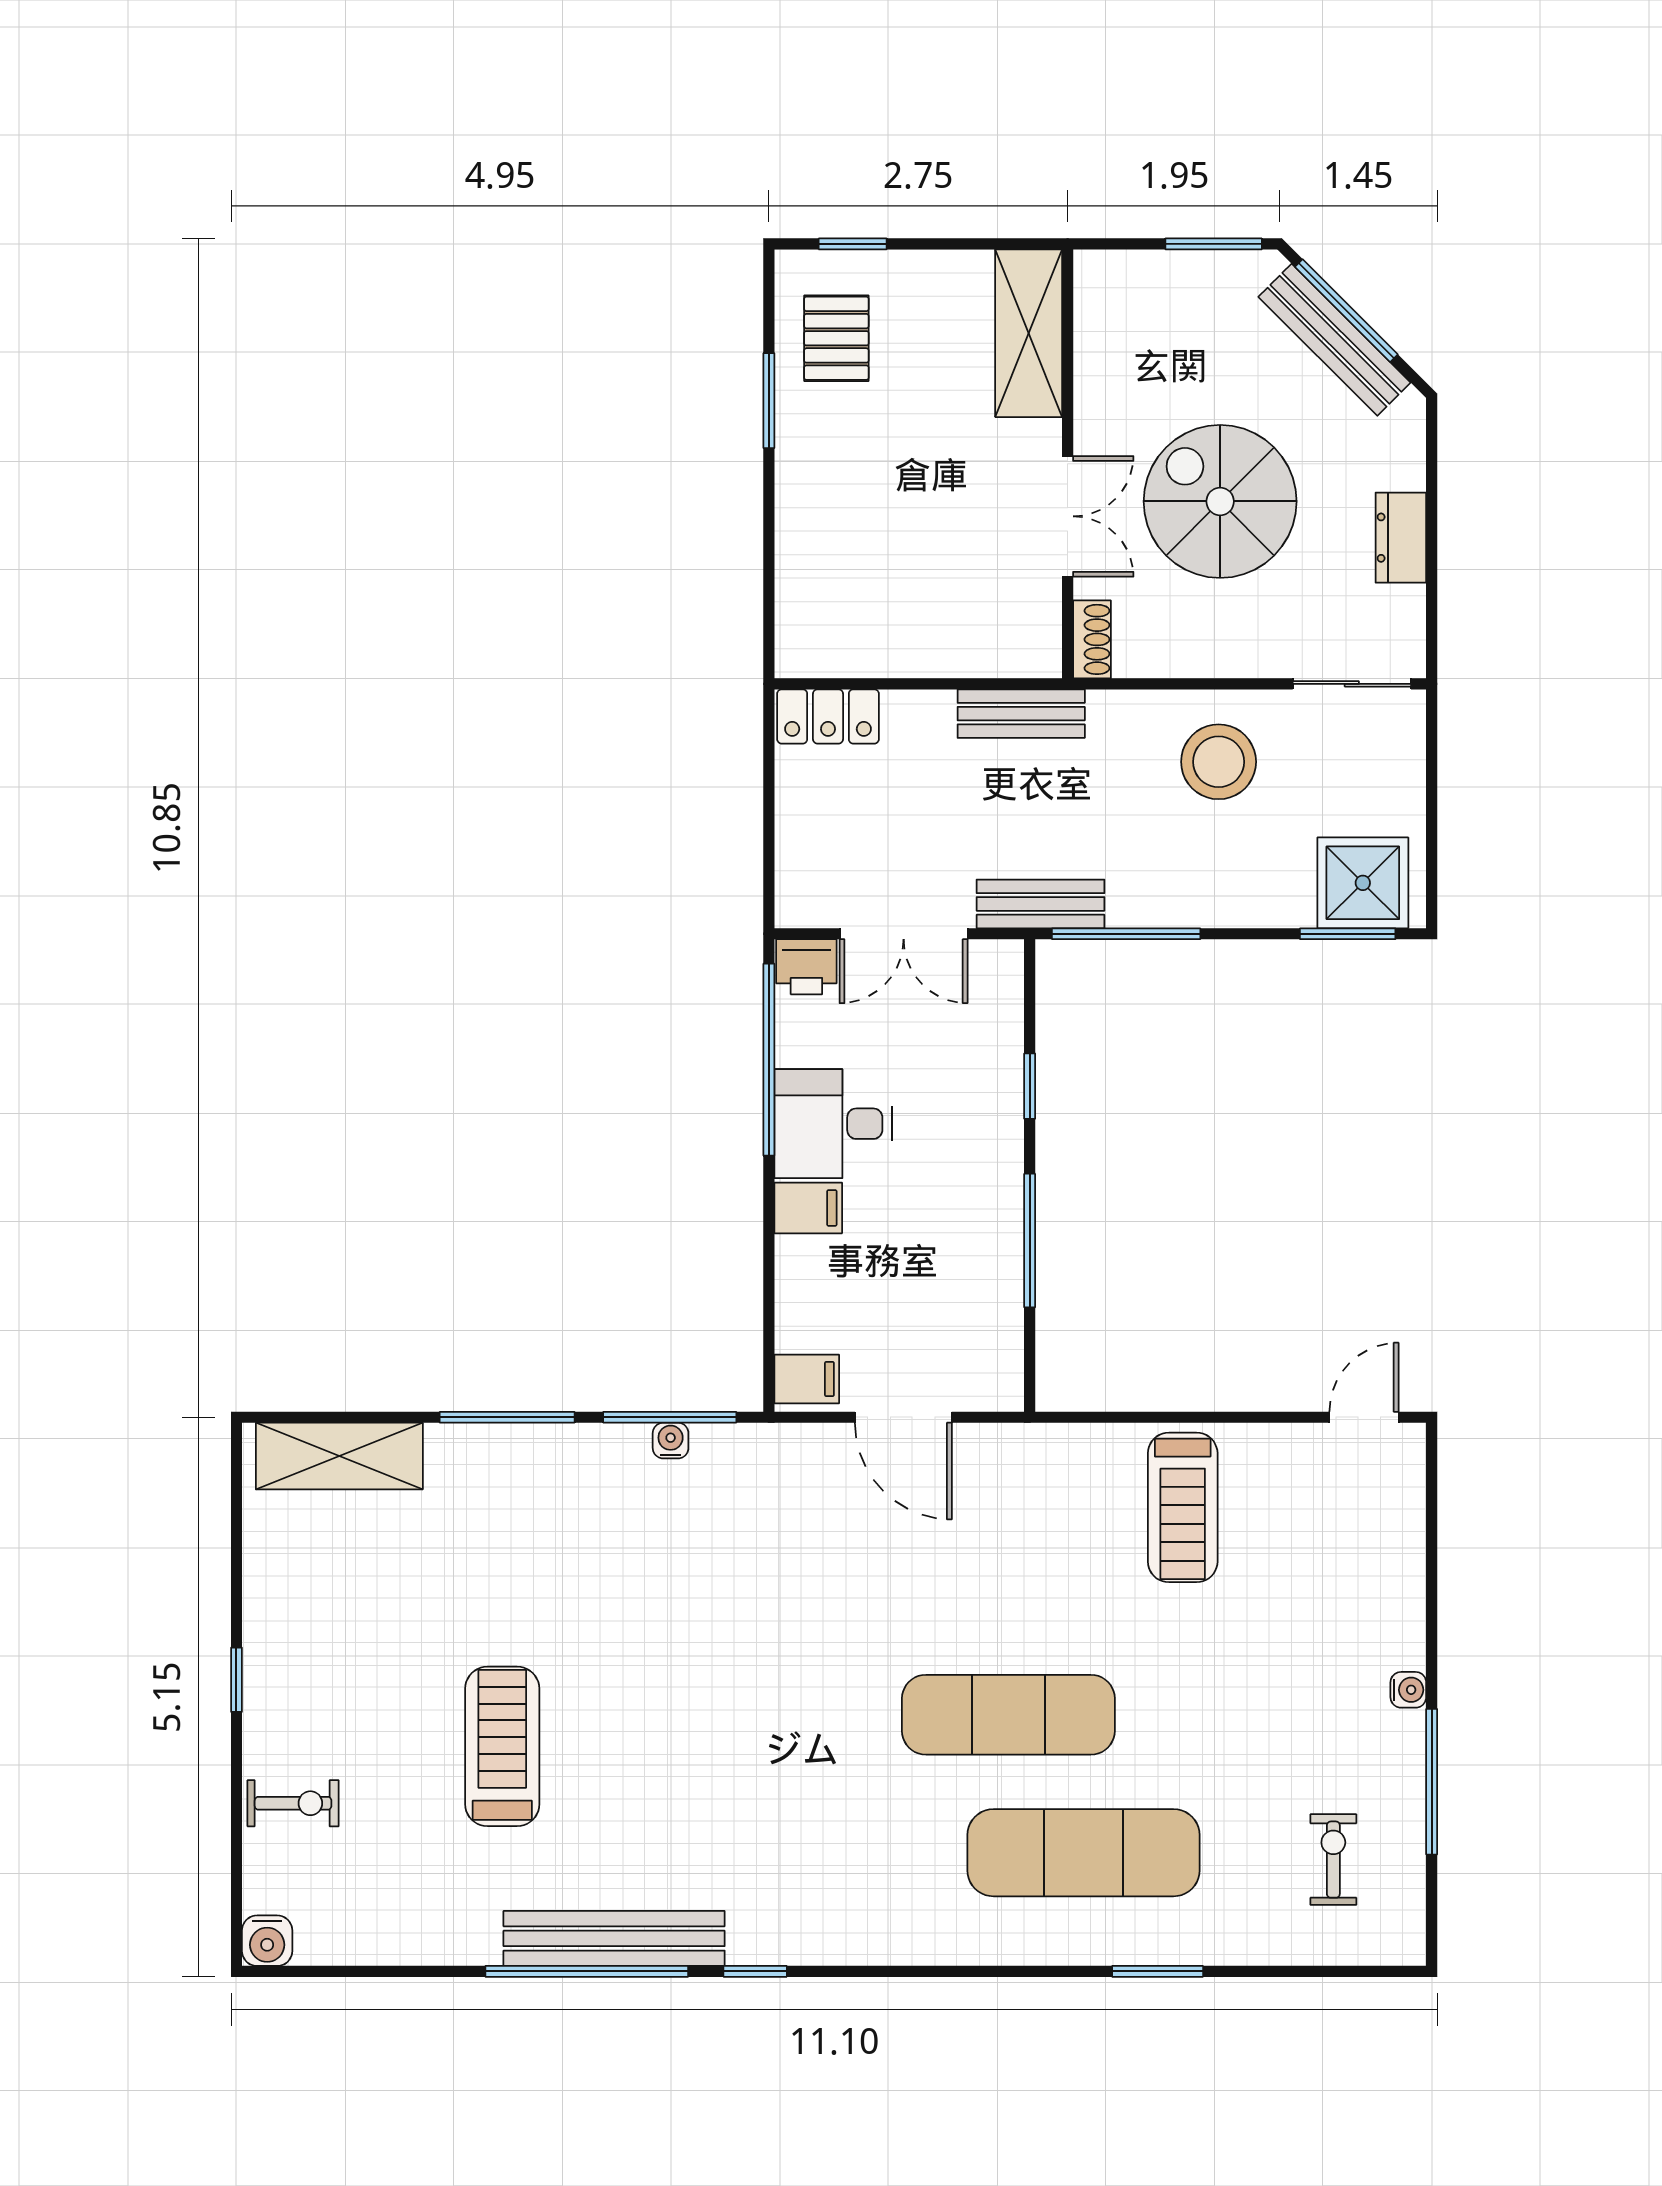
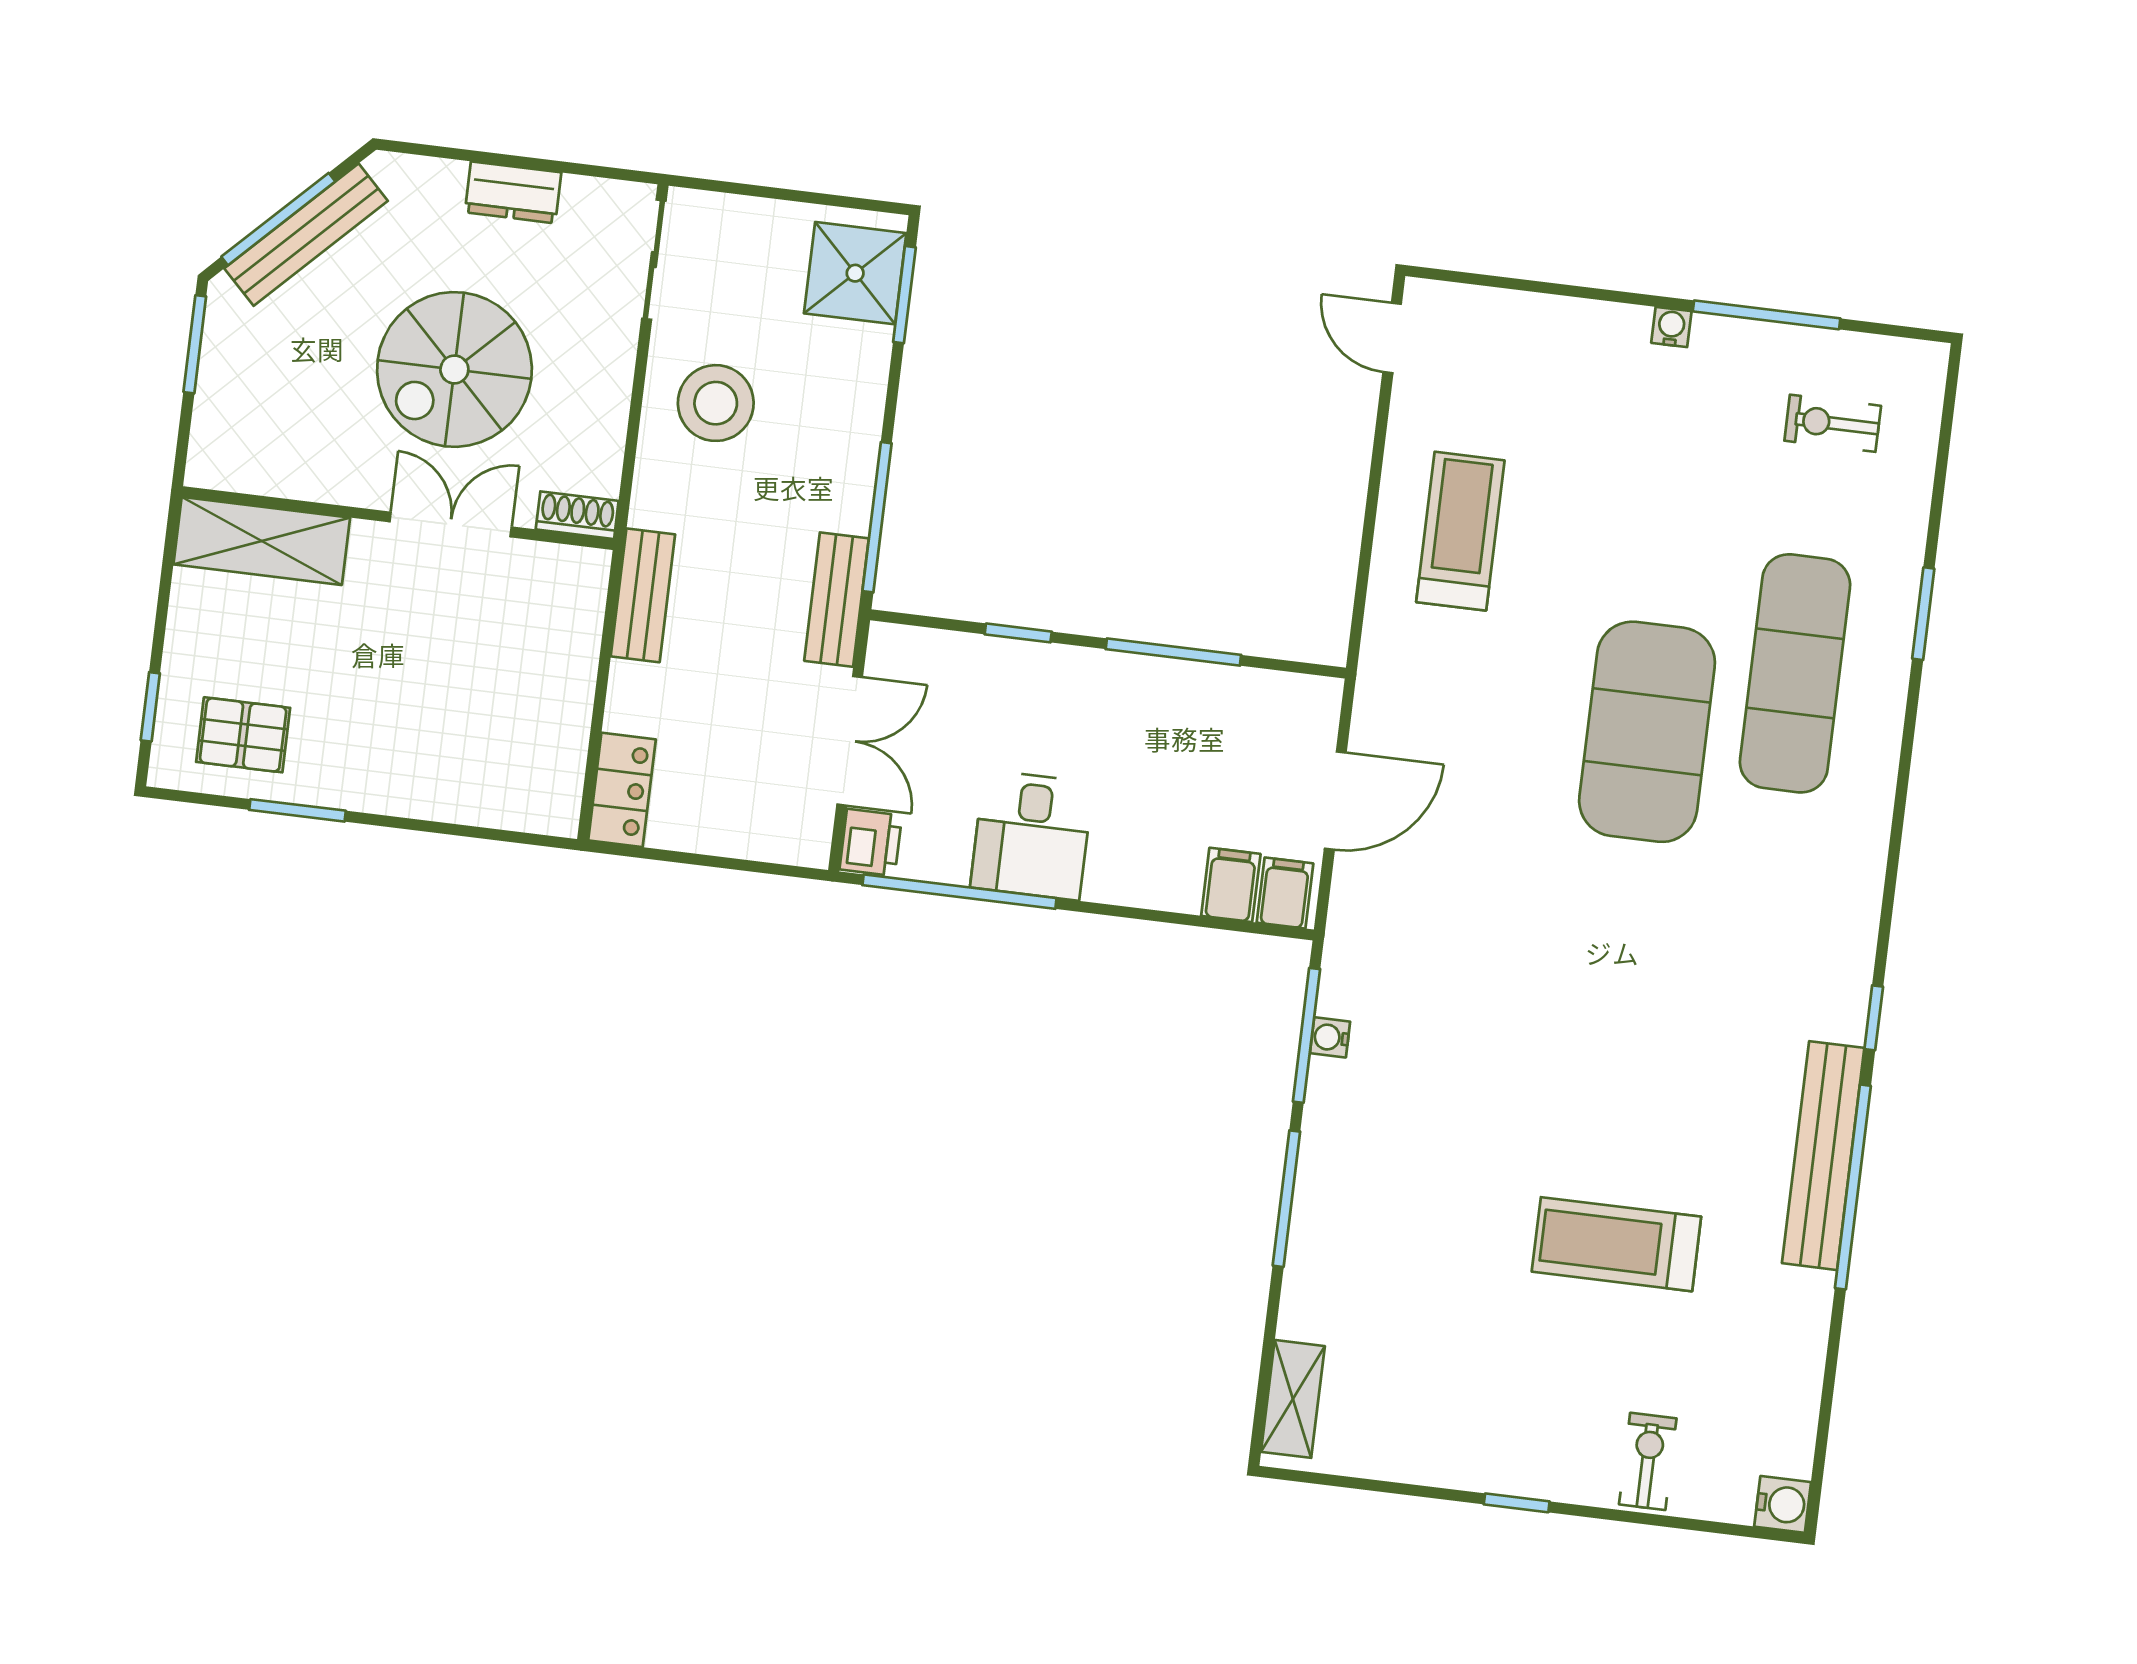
filing cabinet: (808, 1208) -> (1231, 885), moved
shelving: (339, 1456) -> (1293, 1399), width x0.67, depth x0.75
treadmill: (1183, 1507) -> (1460, 531), turned -90
exercise mat: (1008, 1715) -> (1647, 732), width x1.47

